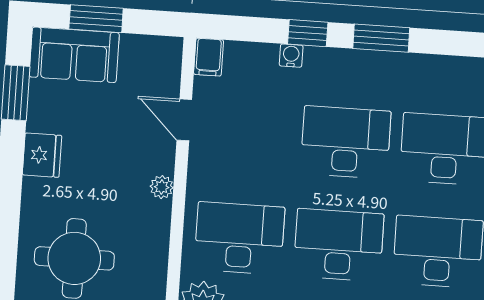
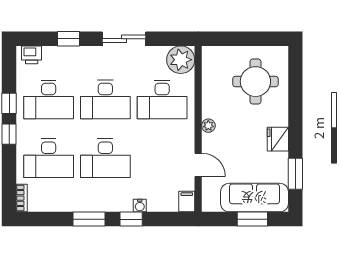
sofa: (74, 55) -> (254, 198), width x1.36

